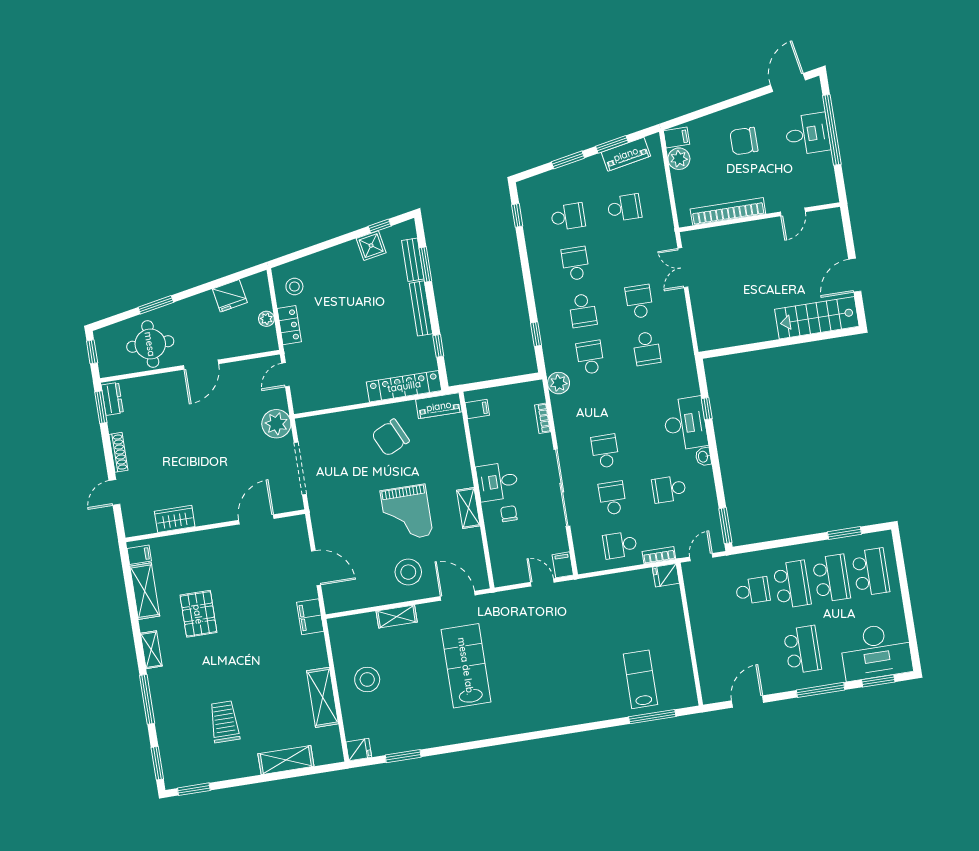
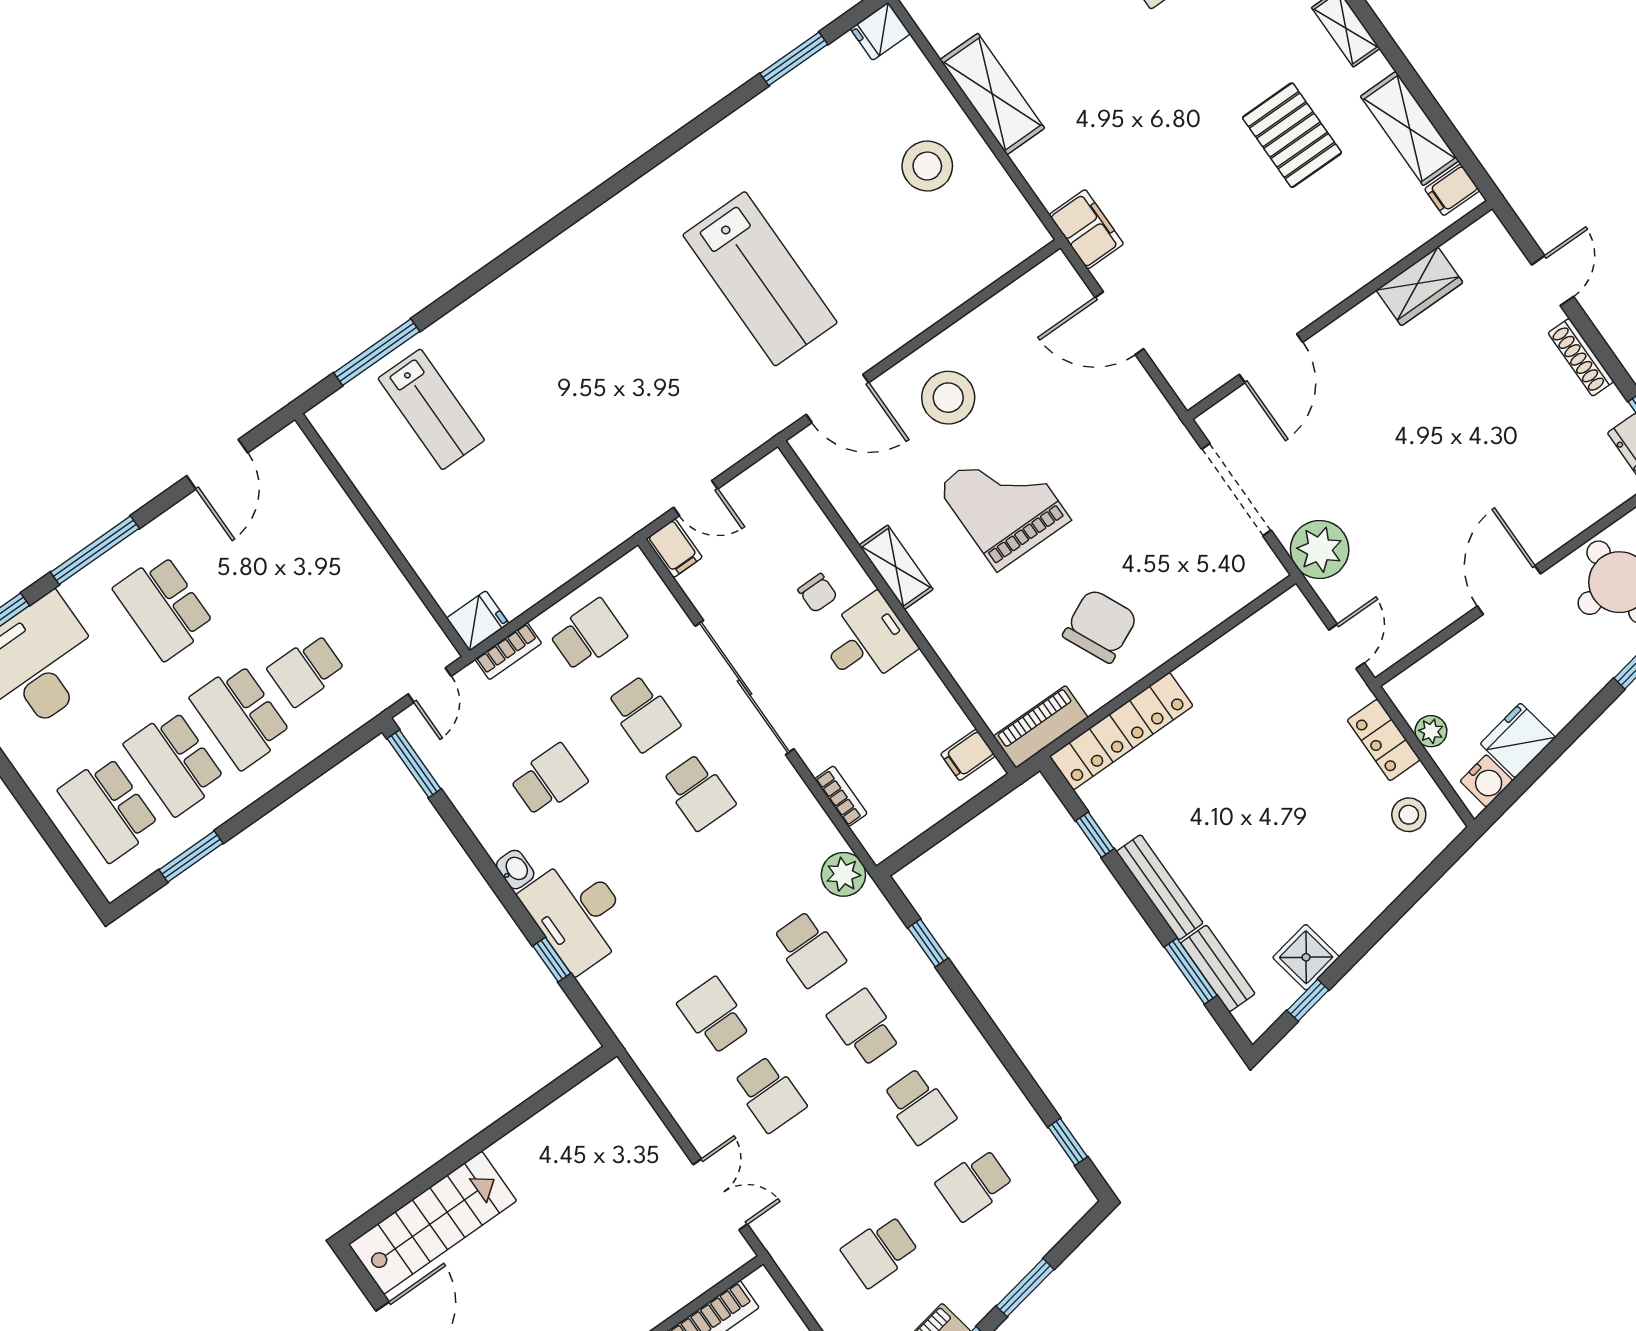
water cooler: (253, 285) -> (1486, 781), added
shelving: (397, 617) -> (930, 306), removed

